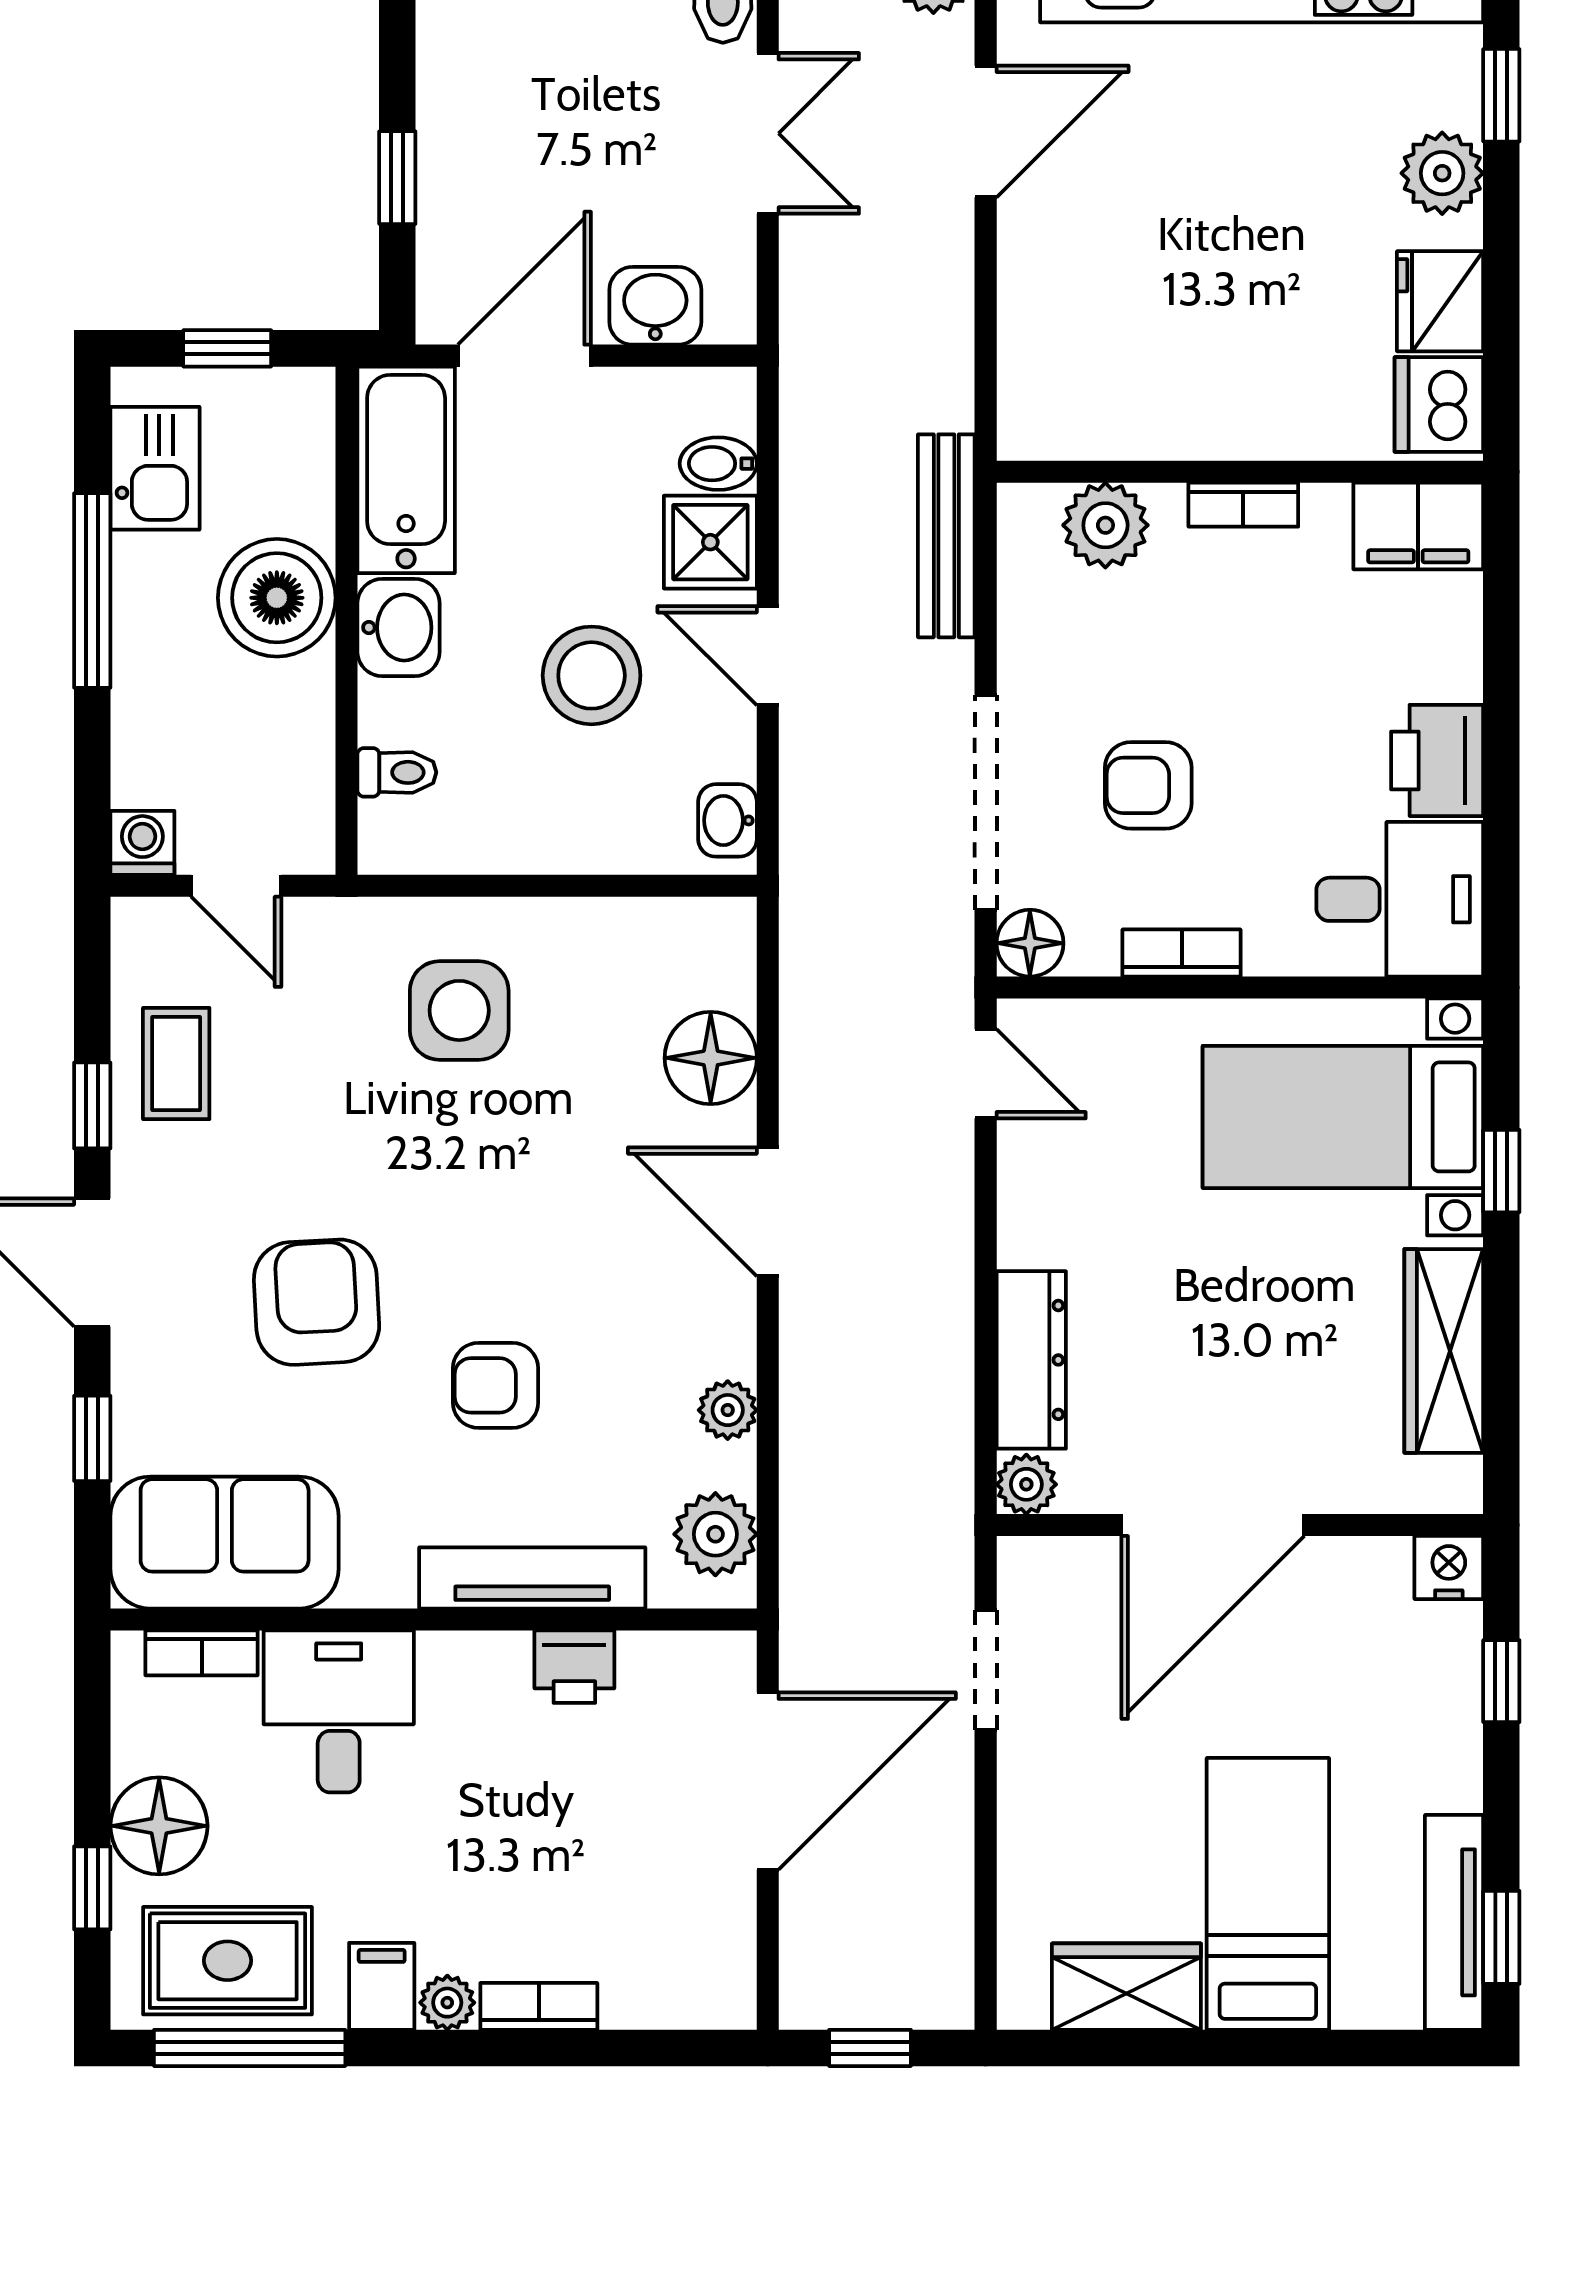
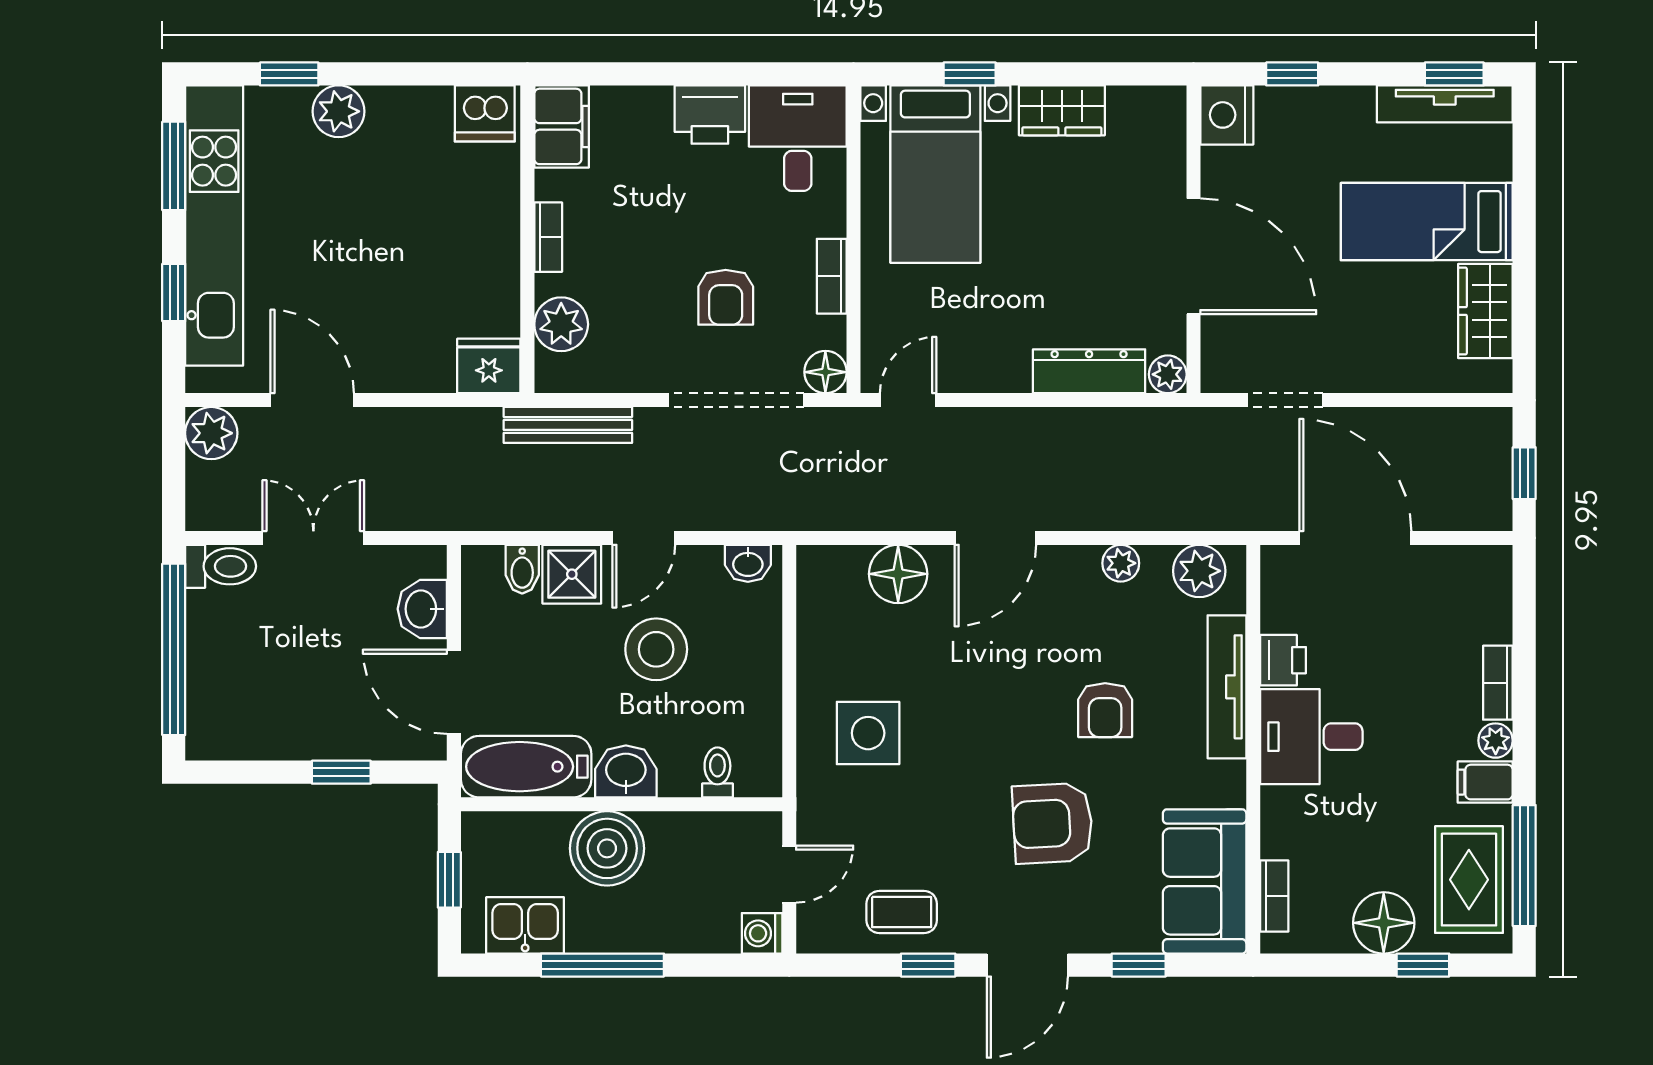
fridge: (1440, 301) -> (489, 366), moved, turned 180
wardrobe: (1444, 1351) -> (1062, 110), width x0.67
nightstand: (1449, 1568) -> (1227, 115), width x1.36, depth x1.33
desk: (339, 1711) -> (1311, 737), moved

